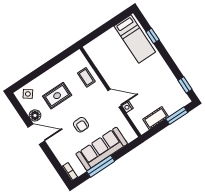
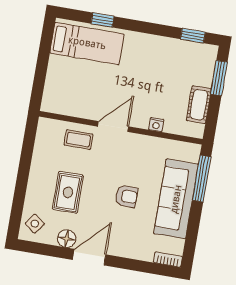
door: (115, 98) -> (113, 127), moved
window: (101, 166) -> (202, 179), moved

